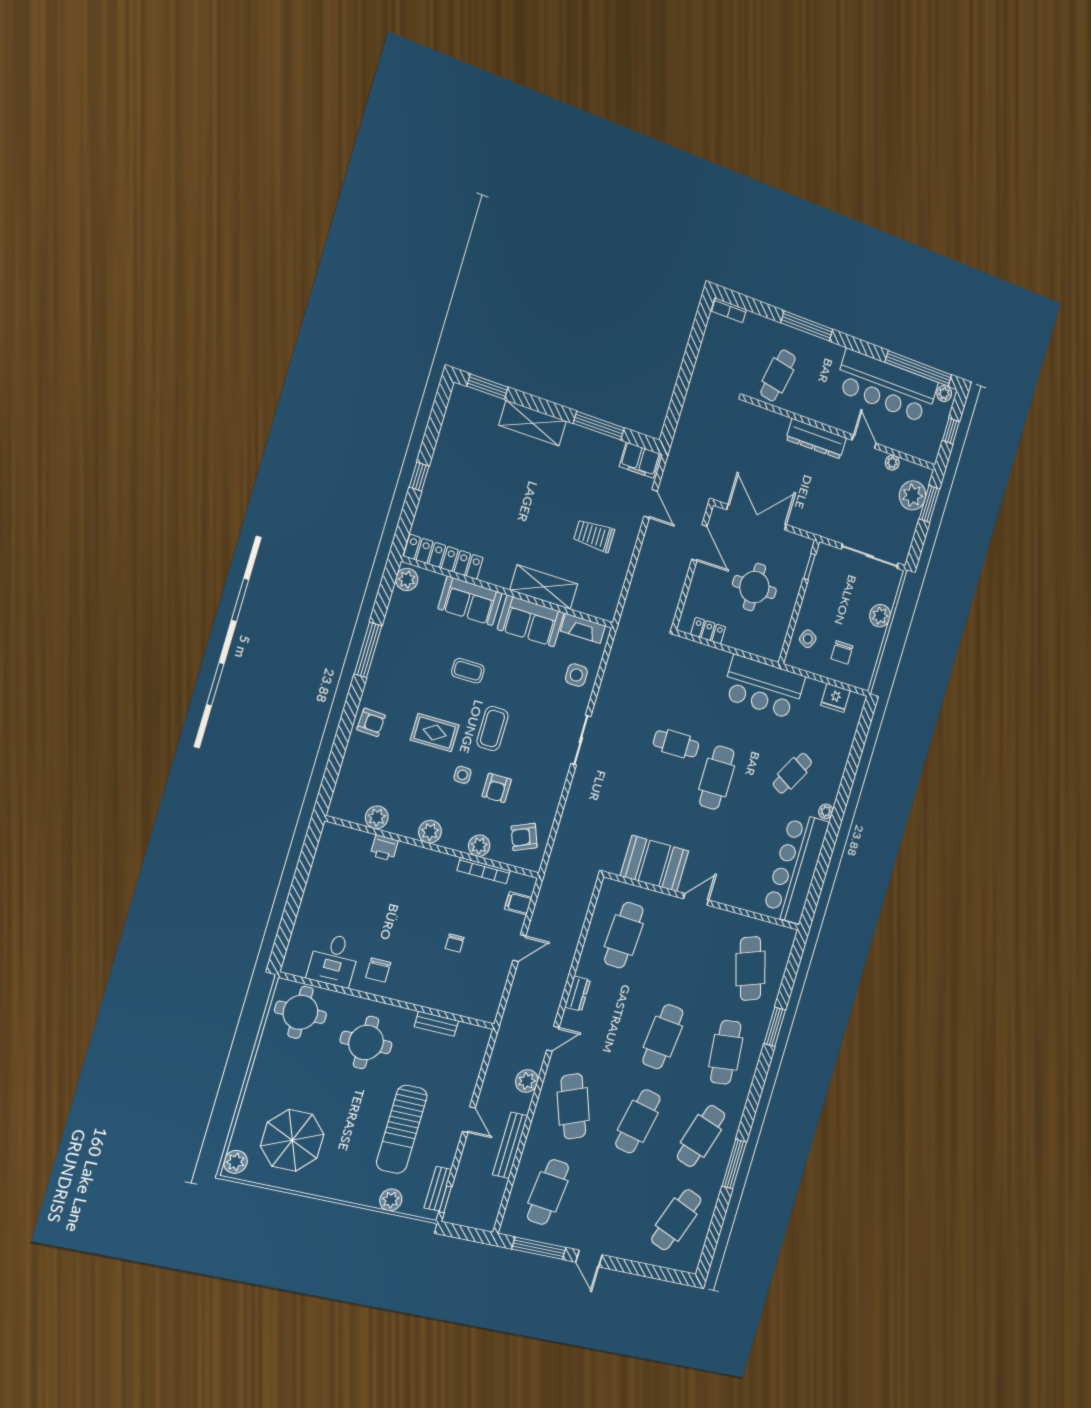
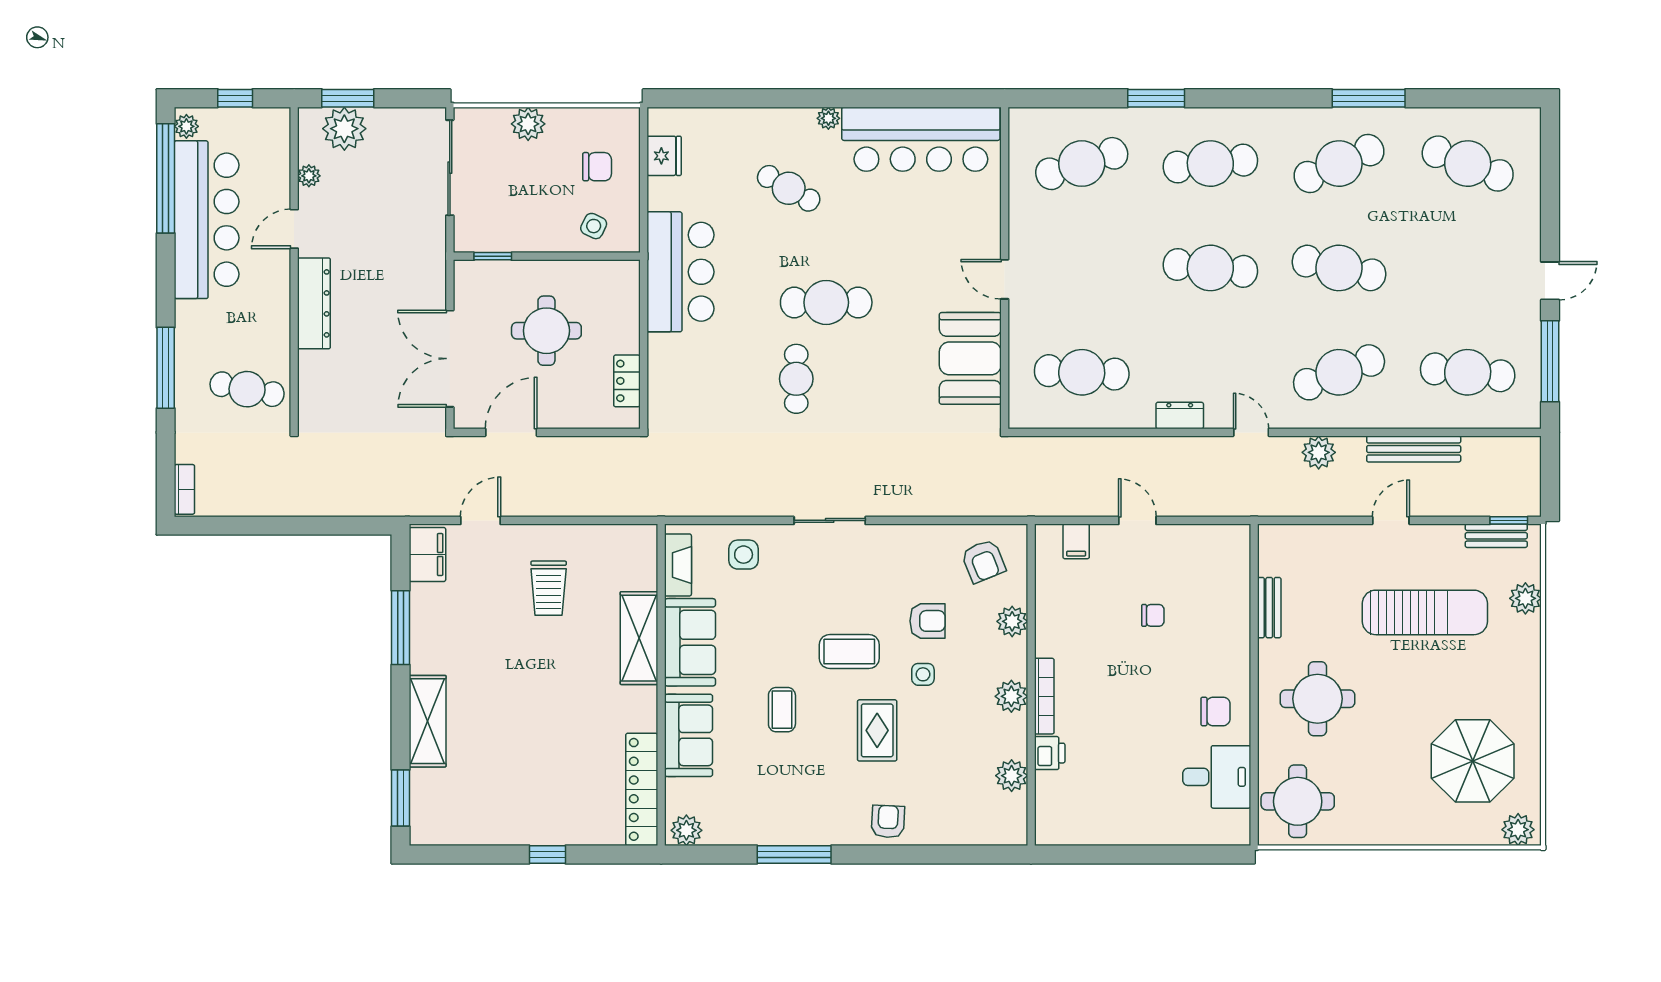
bookcase: (484, 871) -> (1044, 696), moved
cafe table: (701, 1136) -> (1339, 164), turned -42

